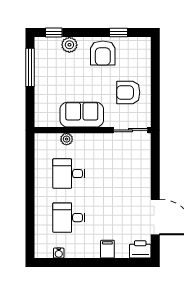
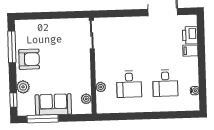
window: (118, 33) -> (12, 47), width x2.17
armchair: (128, 92) -> (61, 37), removed
sofa: (82, 115) -> (53, 104), moved, turned 90
plant: (53, 121) -> (86, 99), added
printer: (140, 249) -> (190, 35), moved

